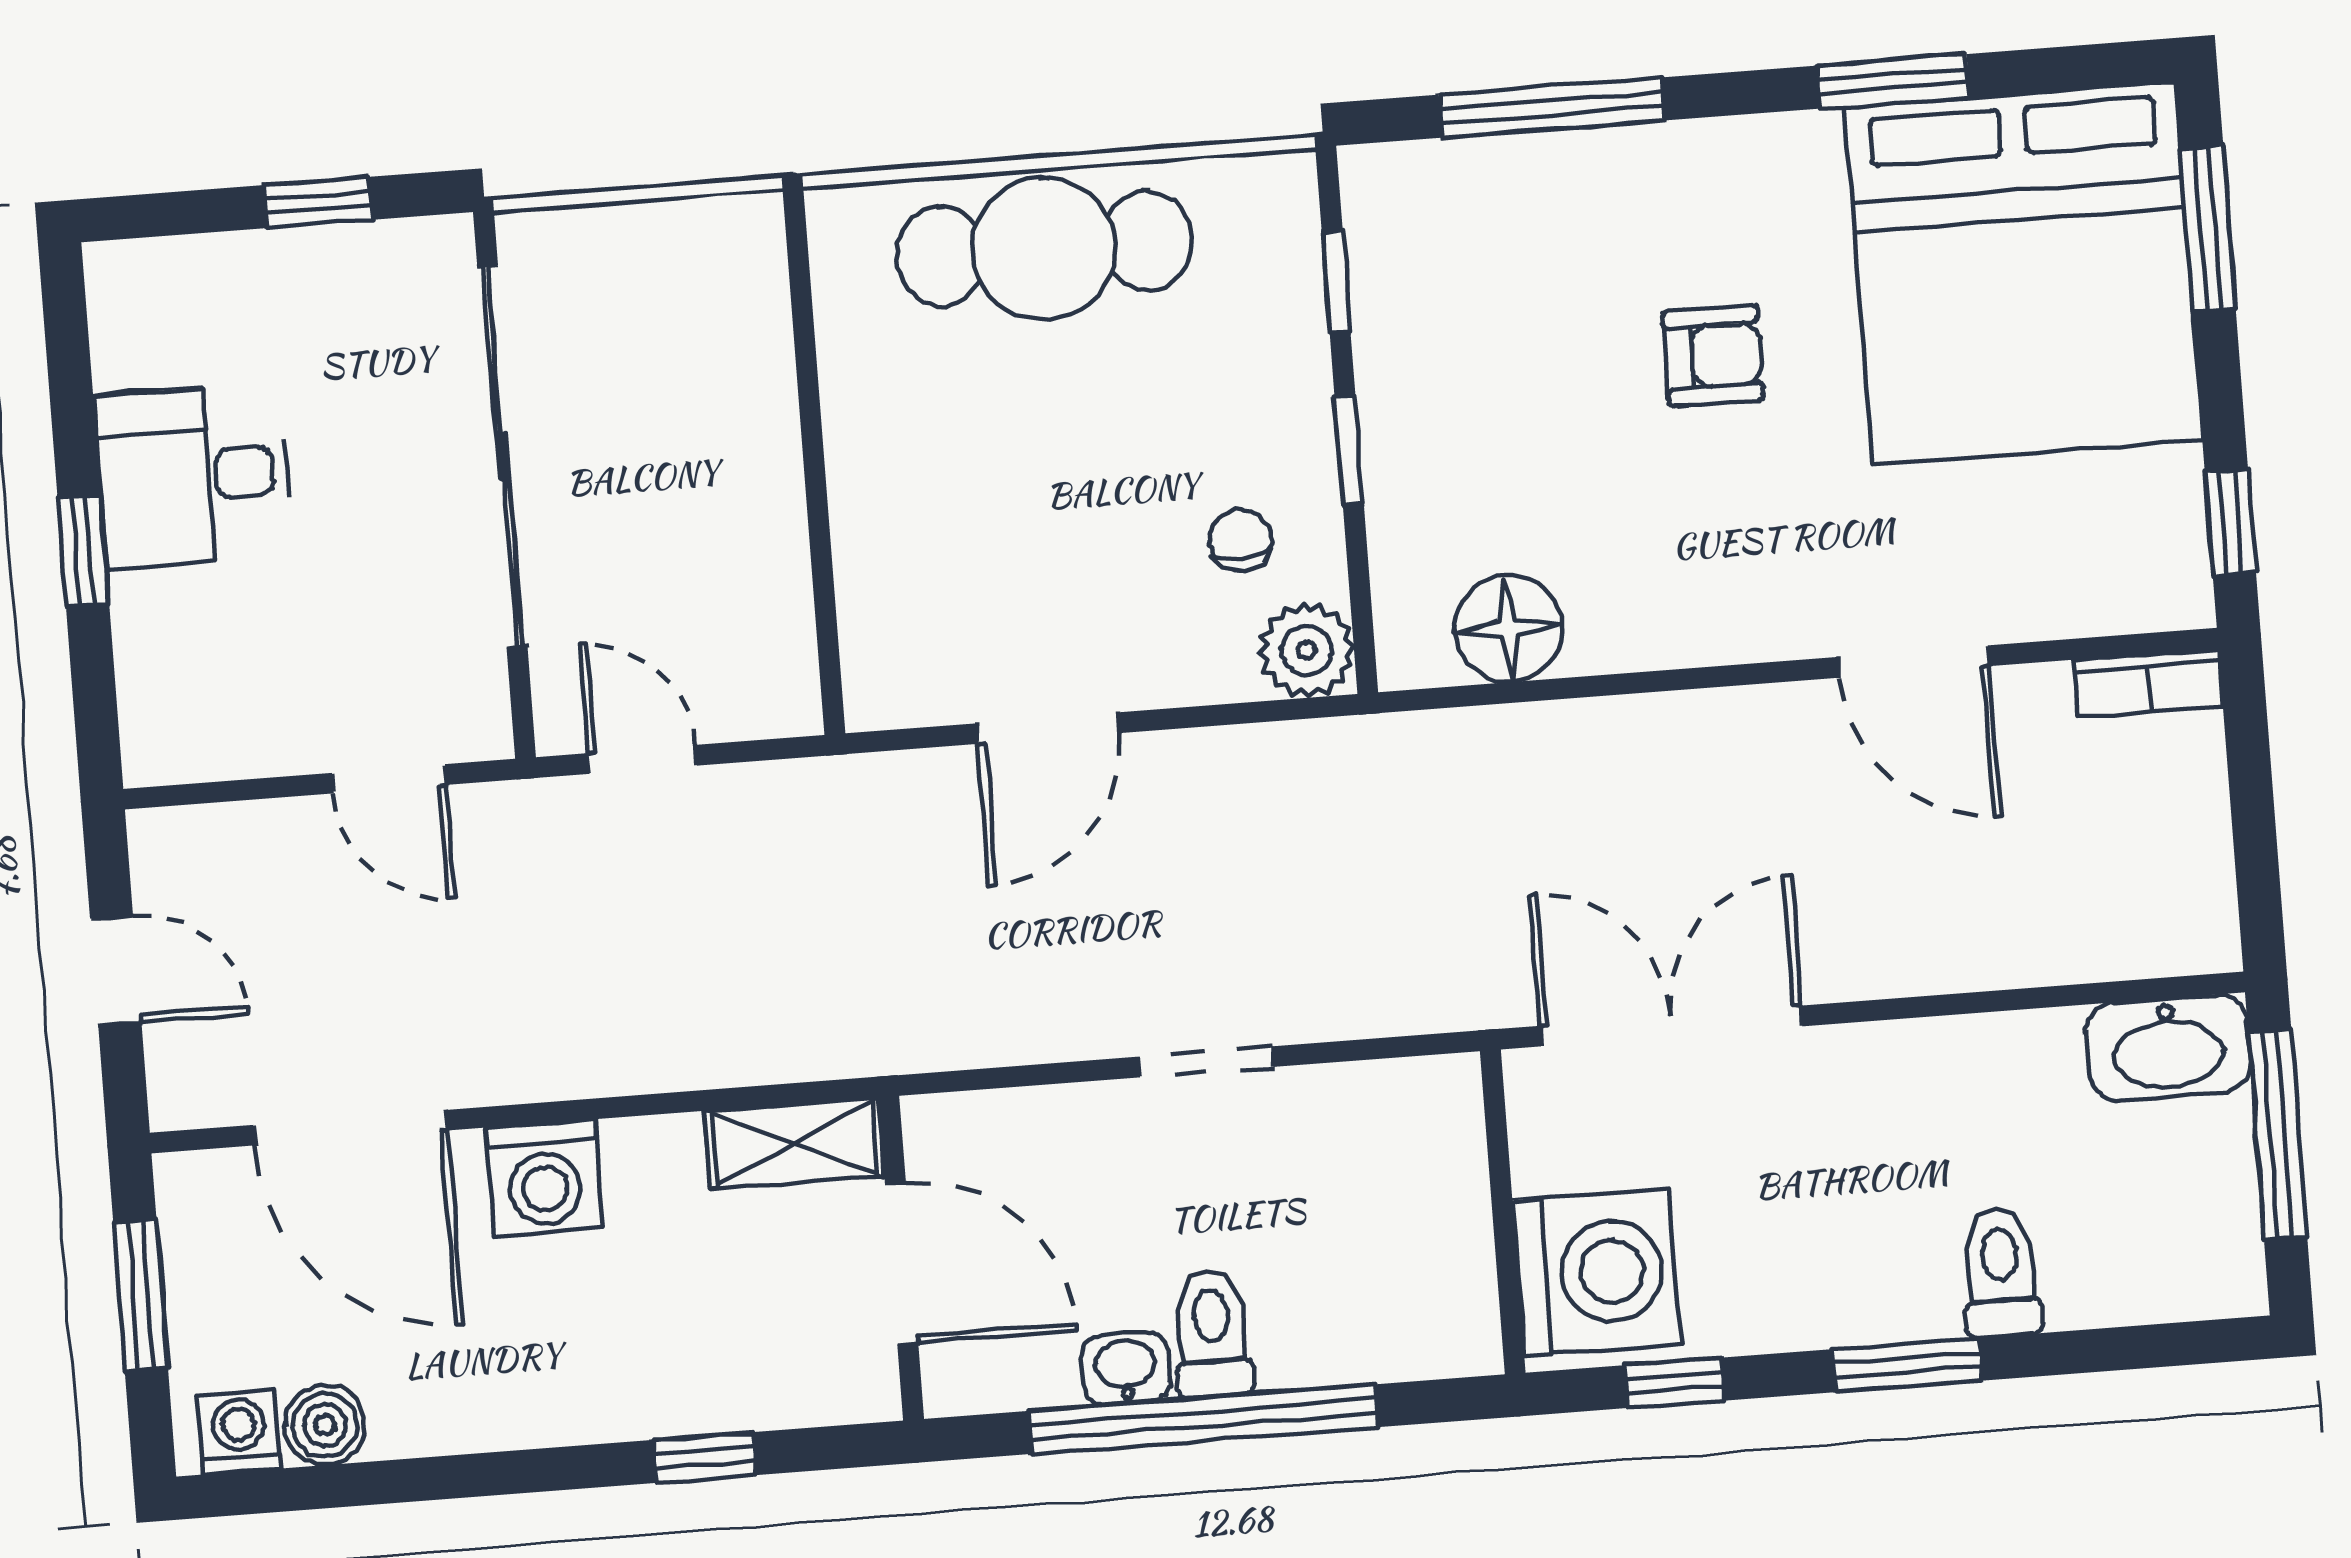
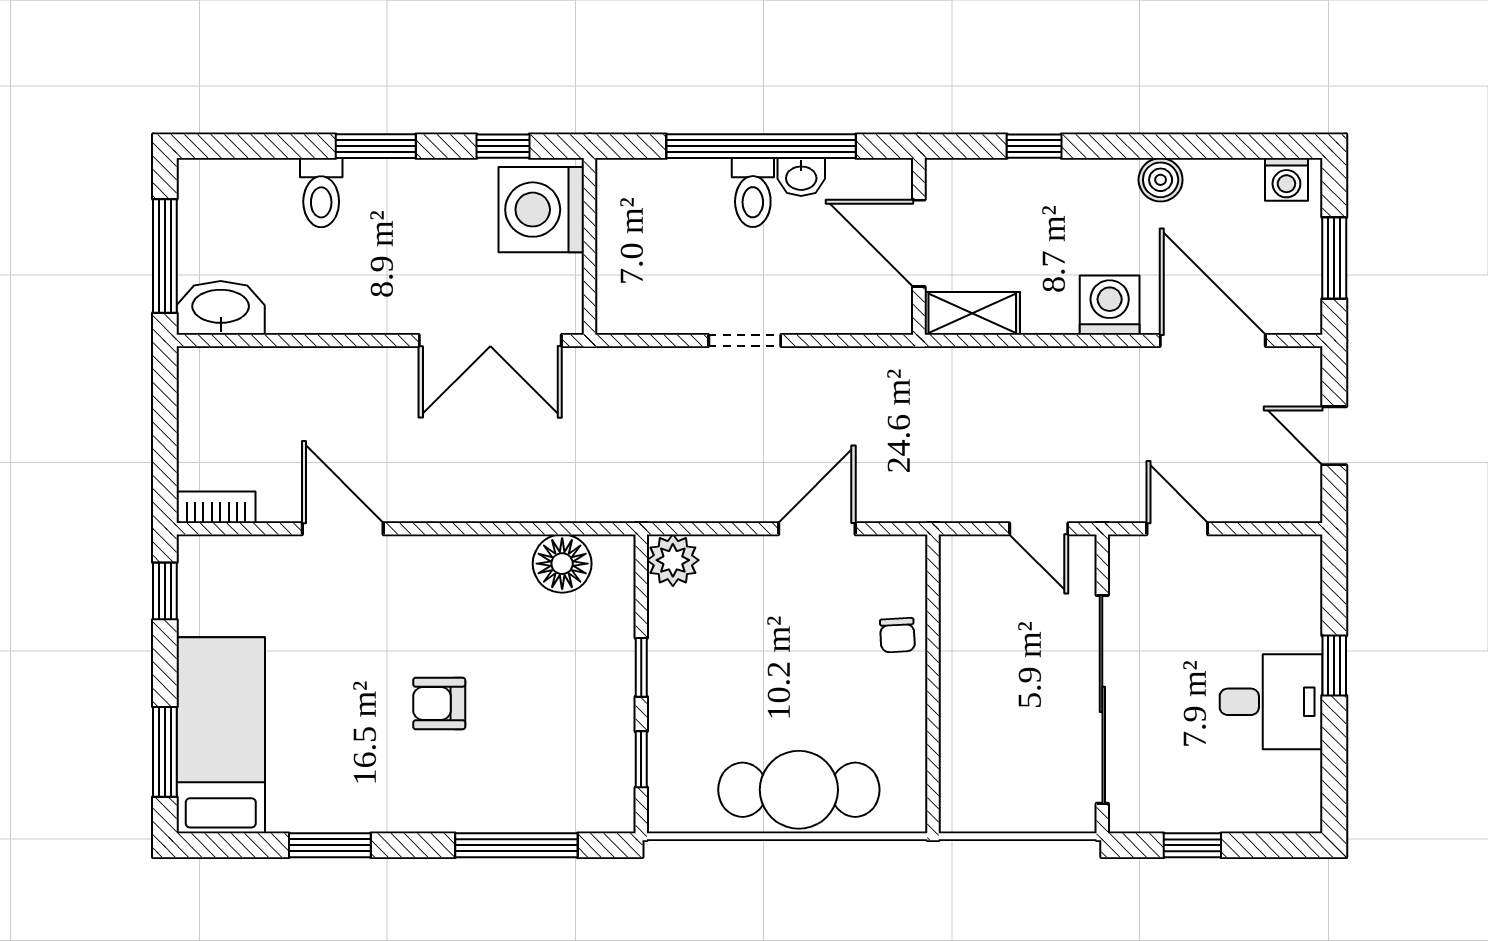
bed: (2024, 273) -> (221, 735), width x0.49
chair: (1240, 540) -> (897, 635), moved
boiler: (325, 1425) -> (1161, 180), moved

